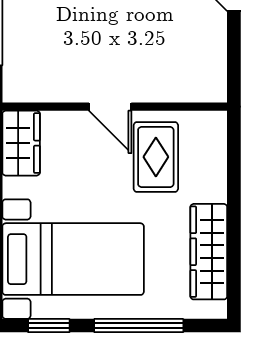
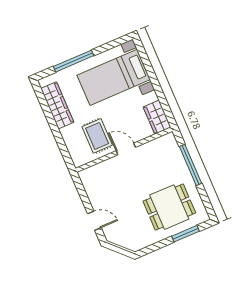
window: (49, 326) -> (112, 45), removed

